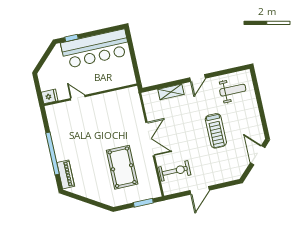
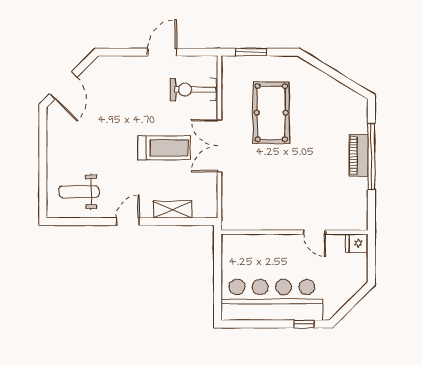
treadmill: (216, 131) -> (164, 148), moved, turned 90
piano: (66, 174) -> (358, 155), moved

